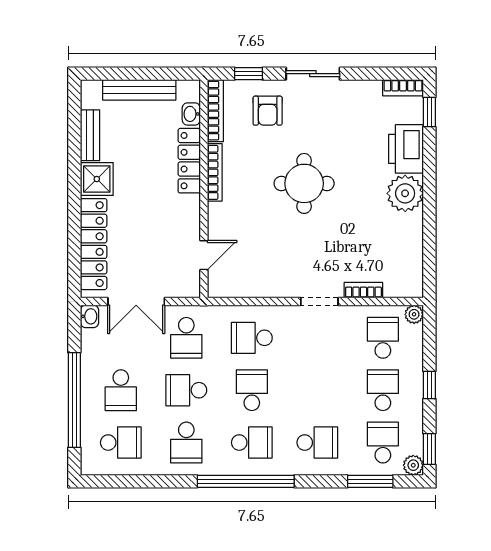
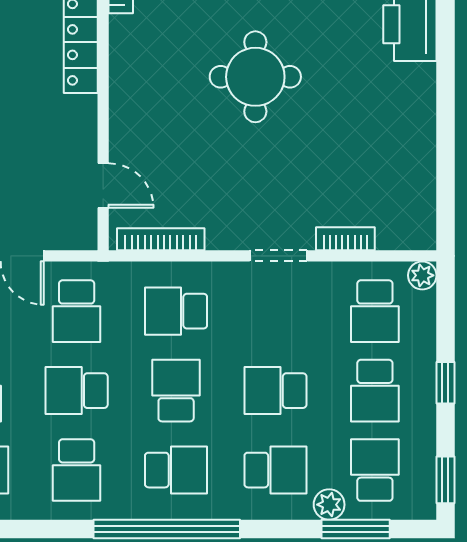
bookcase: (215, 172) -> (161, 239), moved, turned -90
plant: (405, 193) -> (409, 92), removed
door: (204, 255) -> (103, 186), hinge flipped
school desk: (383, 338) -> (375, 311), turned 180
school desk: (317, 390) -> (275, 391), added
school desk: (383, 390) -> (375, 391), turned 180
plant: (413, 465) -> (329, 505), moved

